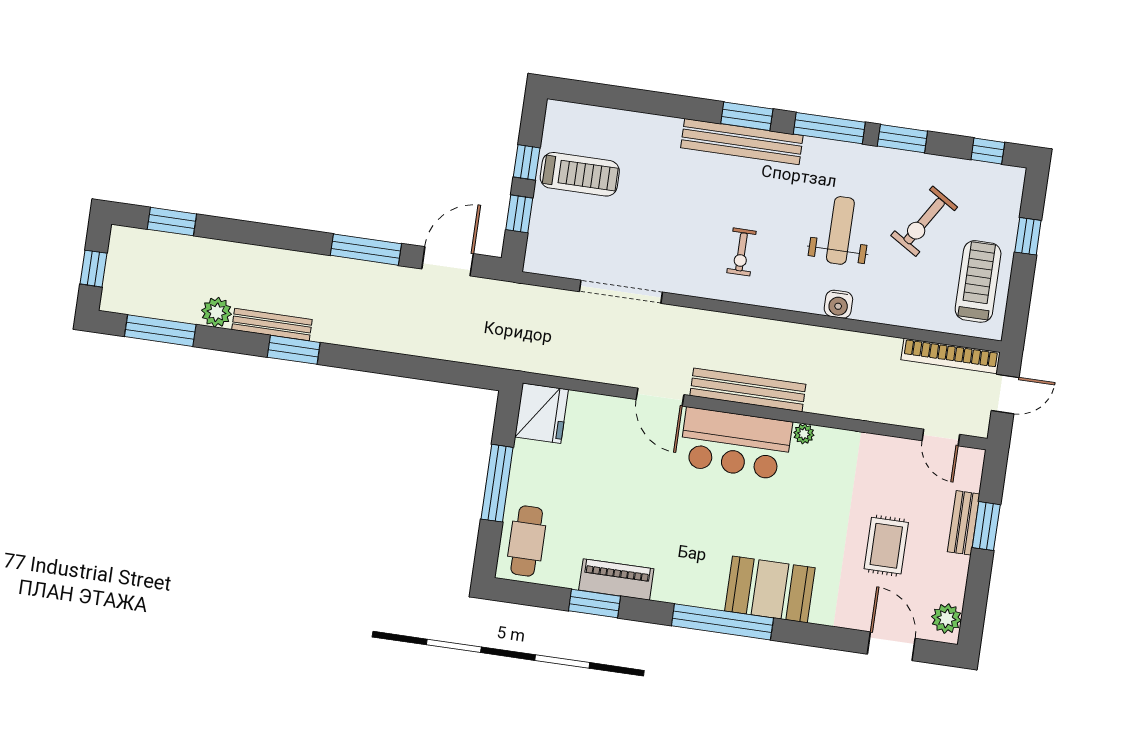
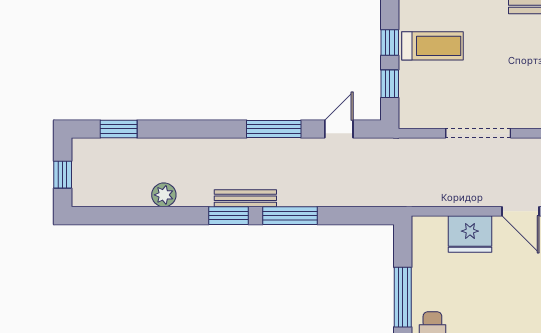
door: (448, 261) -> (339, 129), width x0.73
bench: (272, 325) -> (245, 198), moved
window: (160, 331) -> (290, 216), moved
fridge: (542, 413) -> (470, 234), moved, turned 90

